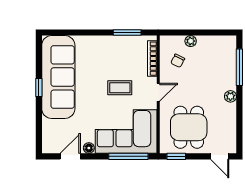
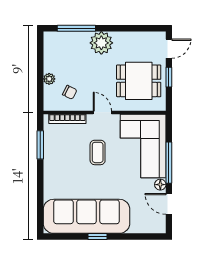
plant: (230, 96) -> (101, 43), width x1.88, depth x1.88
window: (128, 156) -> (169, 163), moved
window: (176, 156) -> (169, 77), moved

